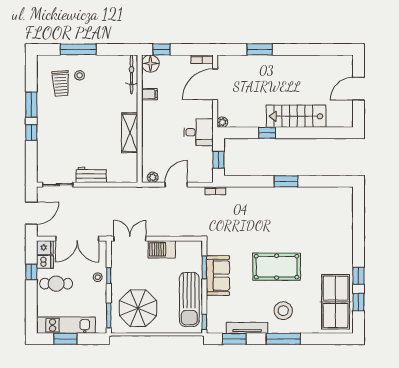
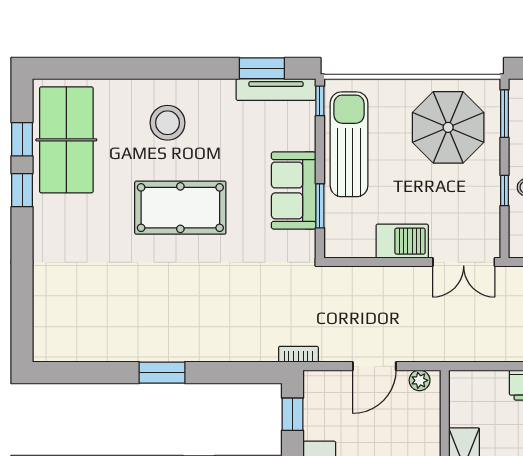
tv unit: (247, 328) -> (276, 89), moved
window: (283, 339) -> (167, 68), removed

